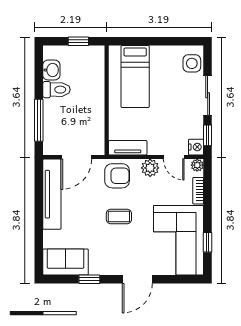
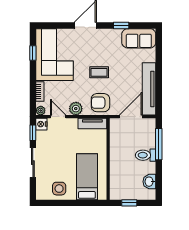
side table: (192, 63) -> (59, 189), moved
toilet: (56, 90) -> (146, 155), moved

